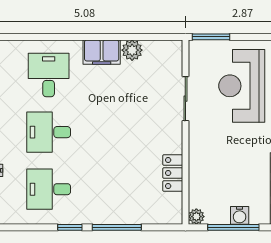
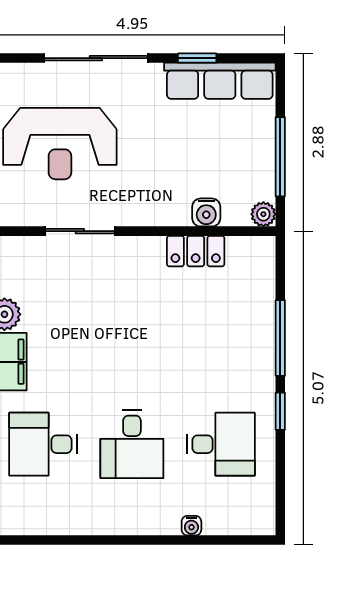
desk: (49, 189) -> (221, 444), turned -90
water cooler: (240, 215) -> (206, 212), moved, turned 90

